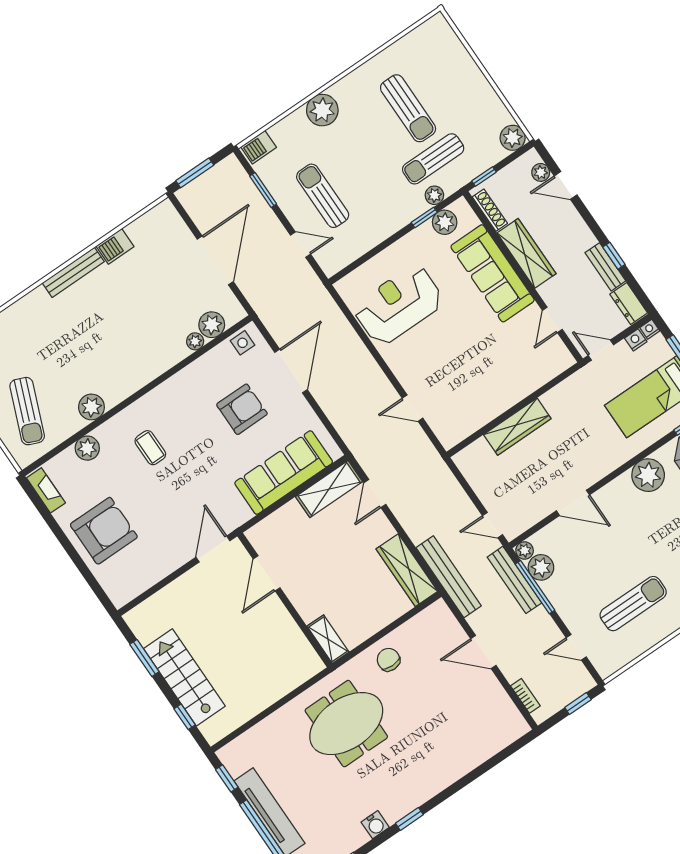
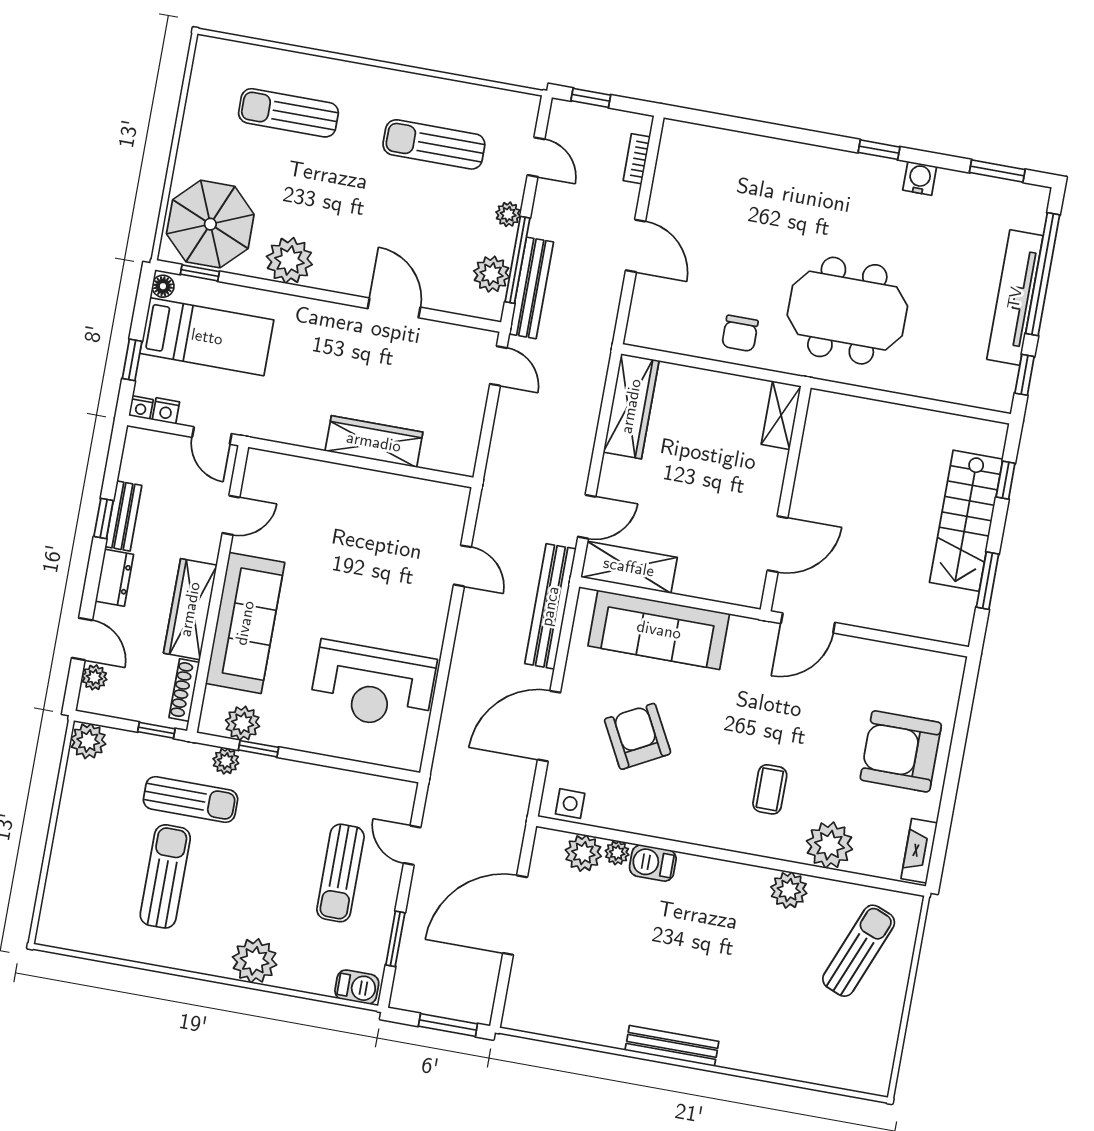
barbecue: (115, 246) -> (653, 863), moved, turned 180
dresser: (629, 303) -> (114, 578), moved
armchair: (242, 409) -> (638, 736), turned 62
plant: (87, 448) -> (829, 845), width x1.36, depth x1.36
plant: (525, 550) -> (508, 214), moved
bench: (449, 577) -> (550, 606), moved

